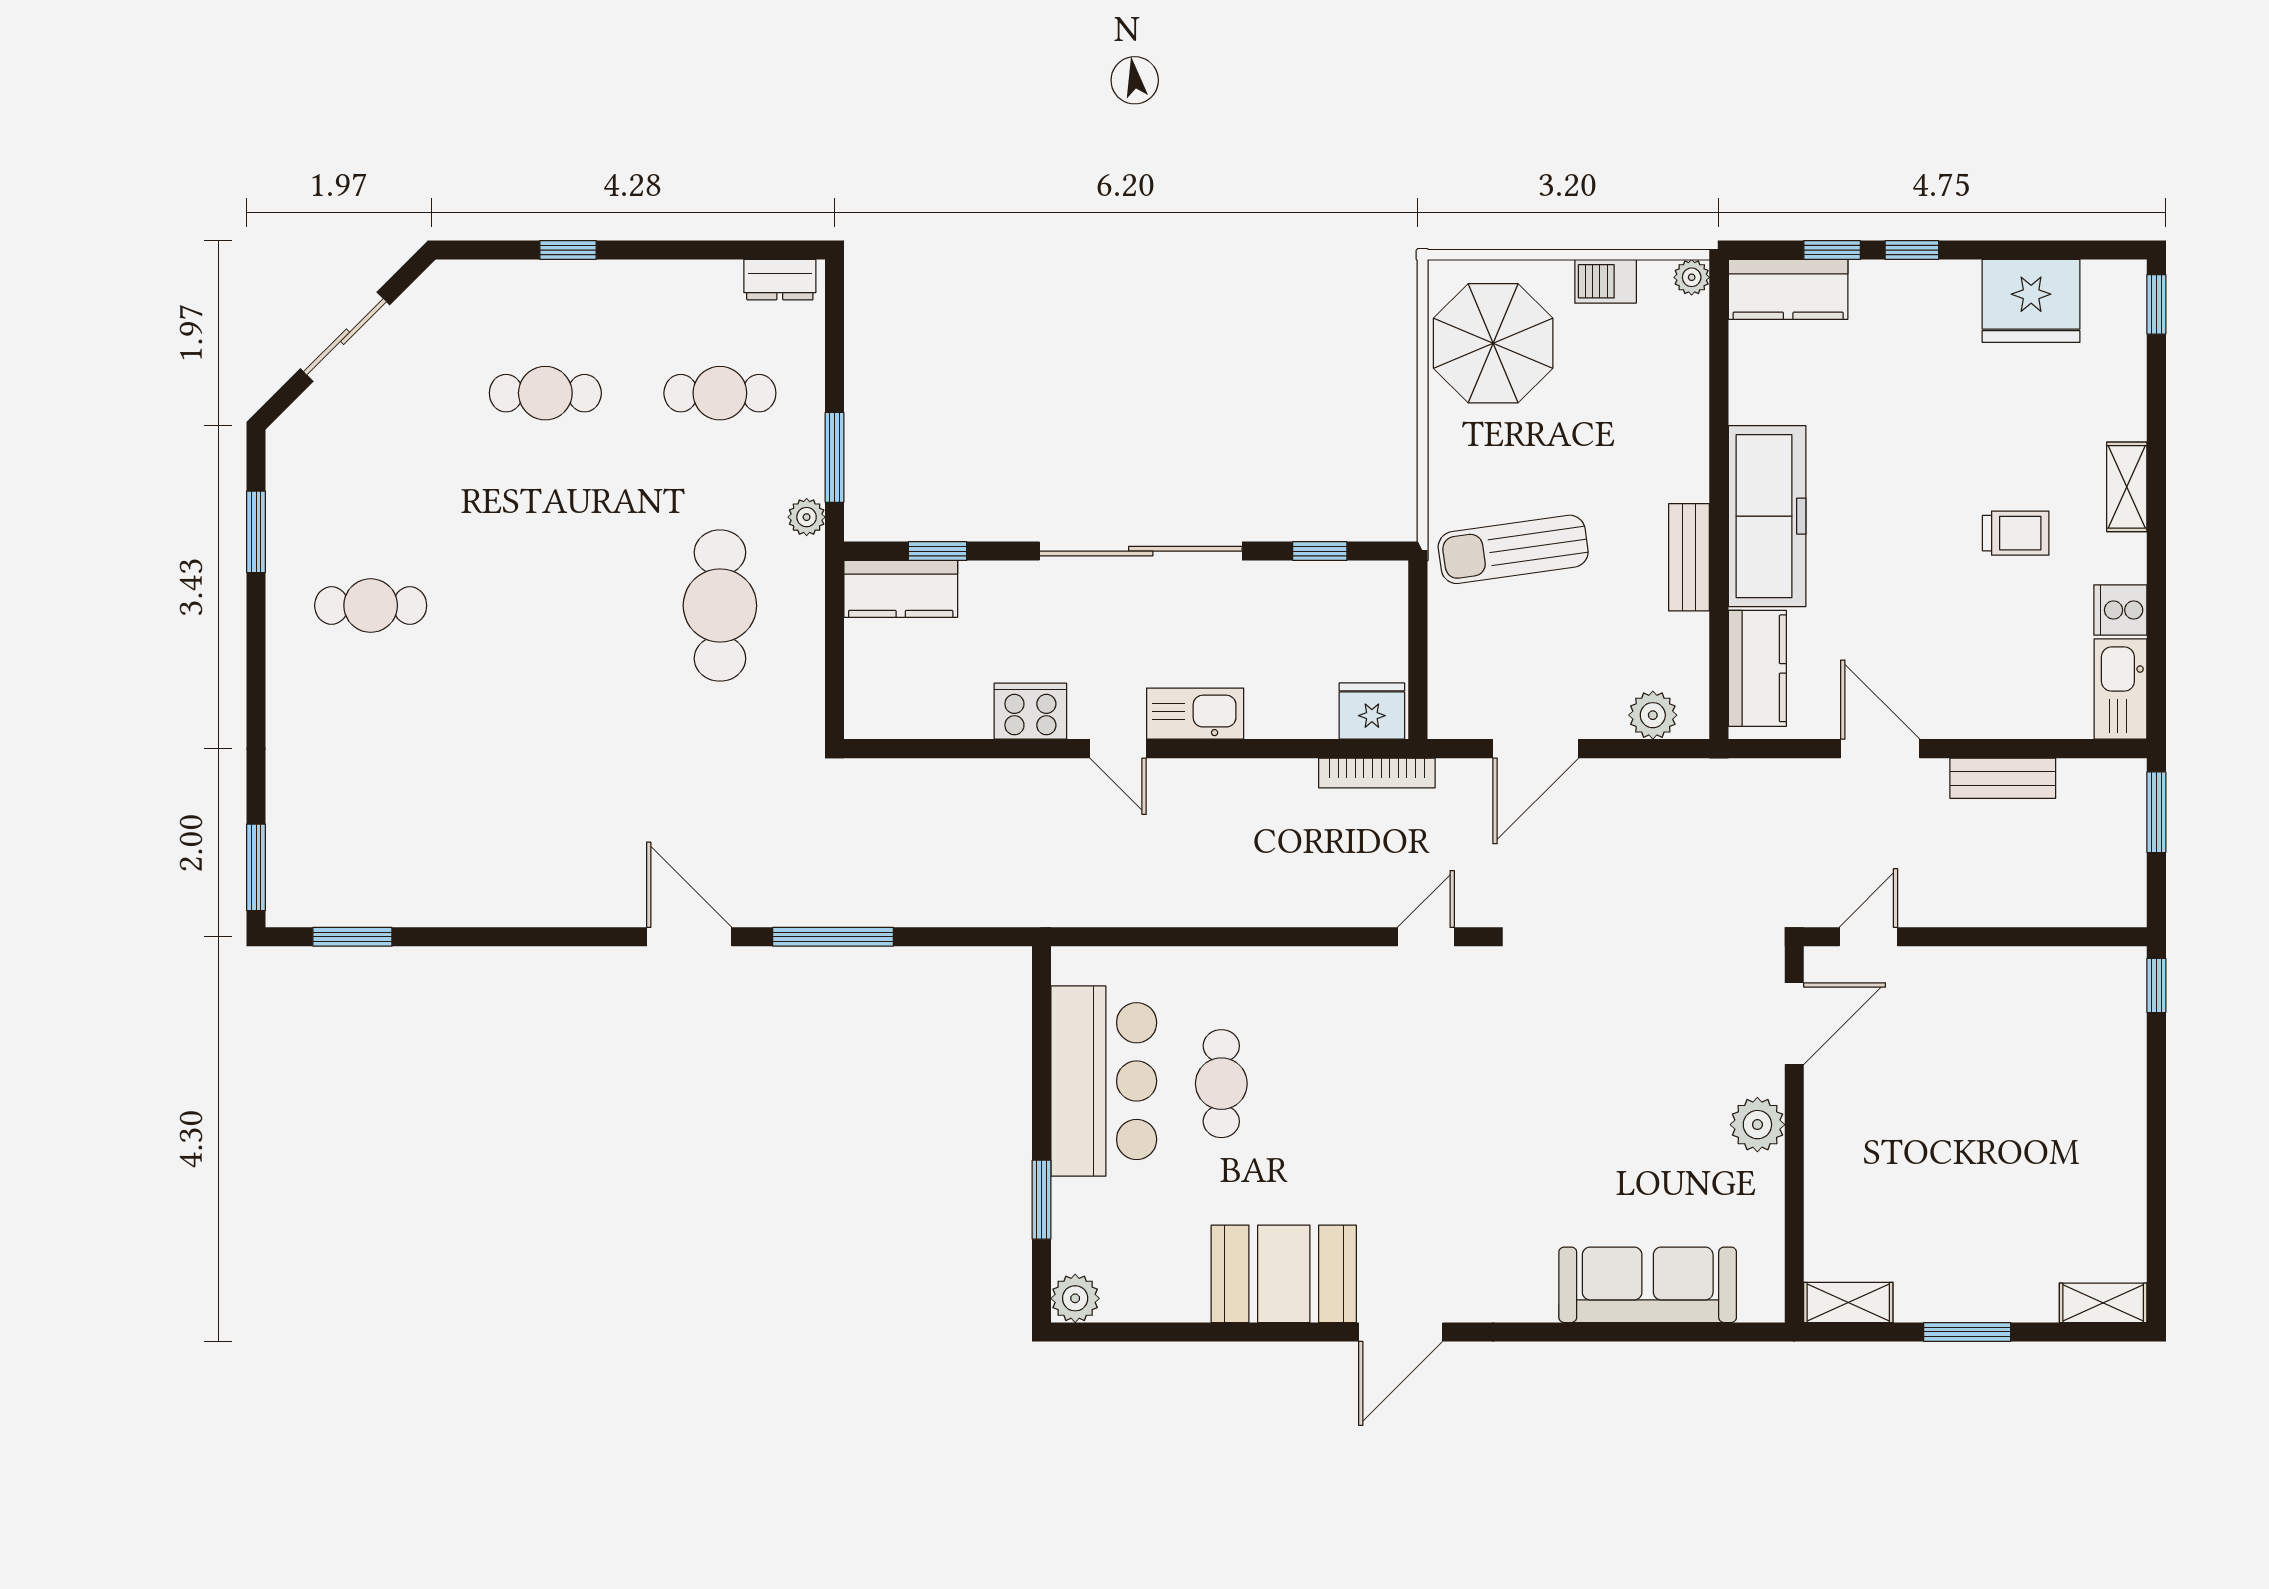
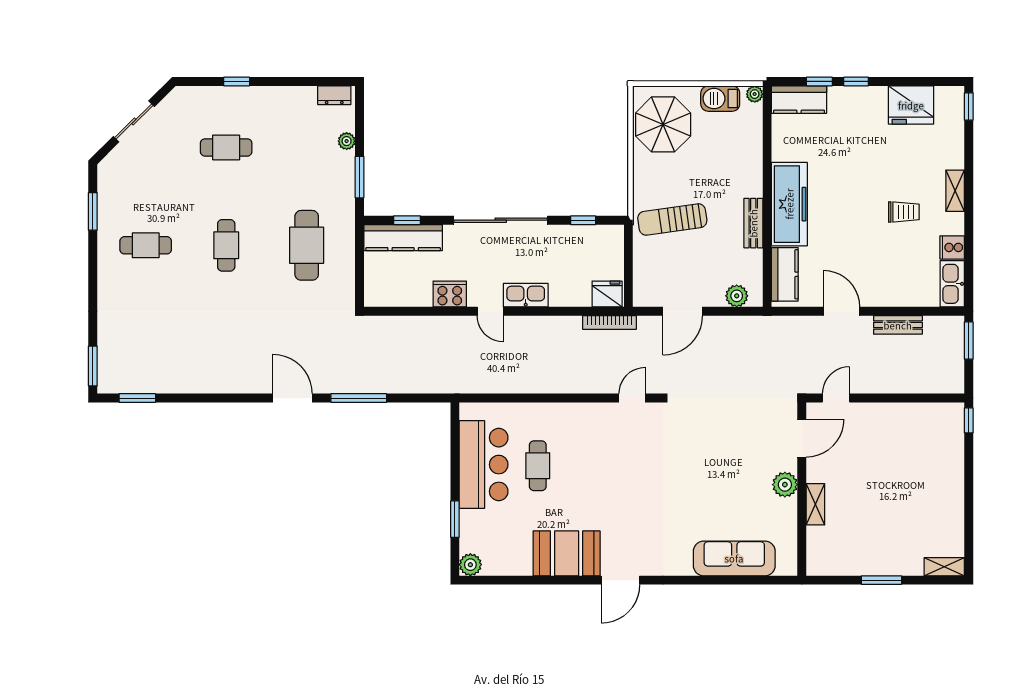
barbecue: (1606, 281) -> (720, 99), width x1.38, depth x1.27
cafe table: (720, 393) -> (226, 245), moved, turned 90
plant: (807, 517) -> (347, 141), moved
kitchen counter: (901, 589) -> (403, 238), width x1.50
shelving: (1848, 1302) -> (815, 504), moved, turned 90

